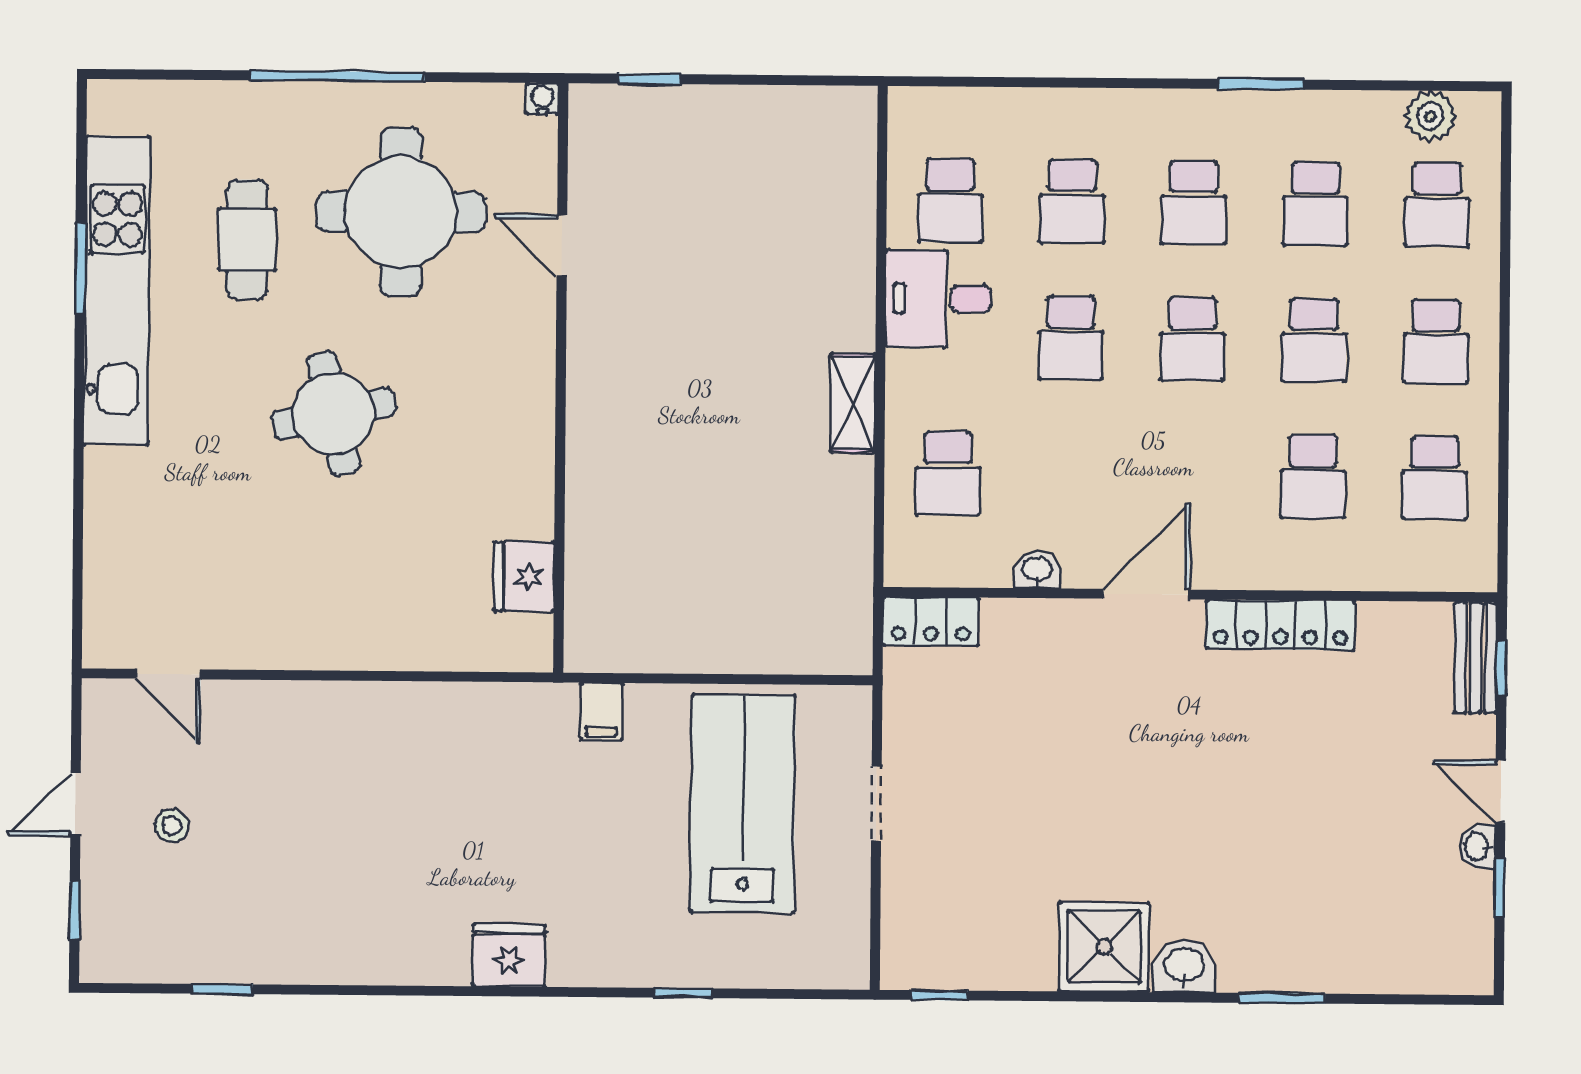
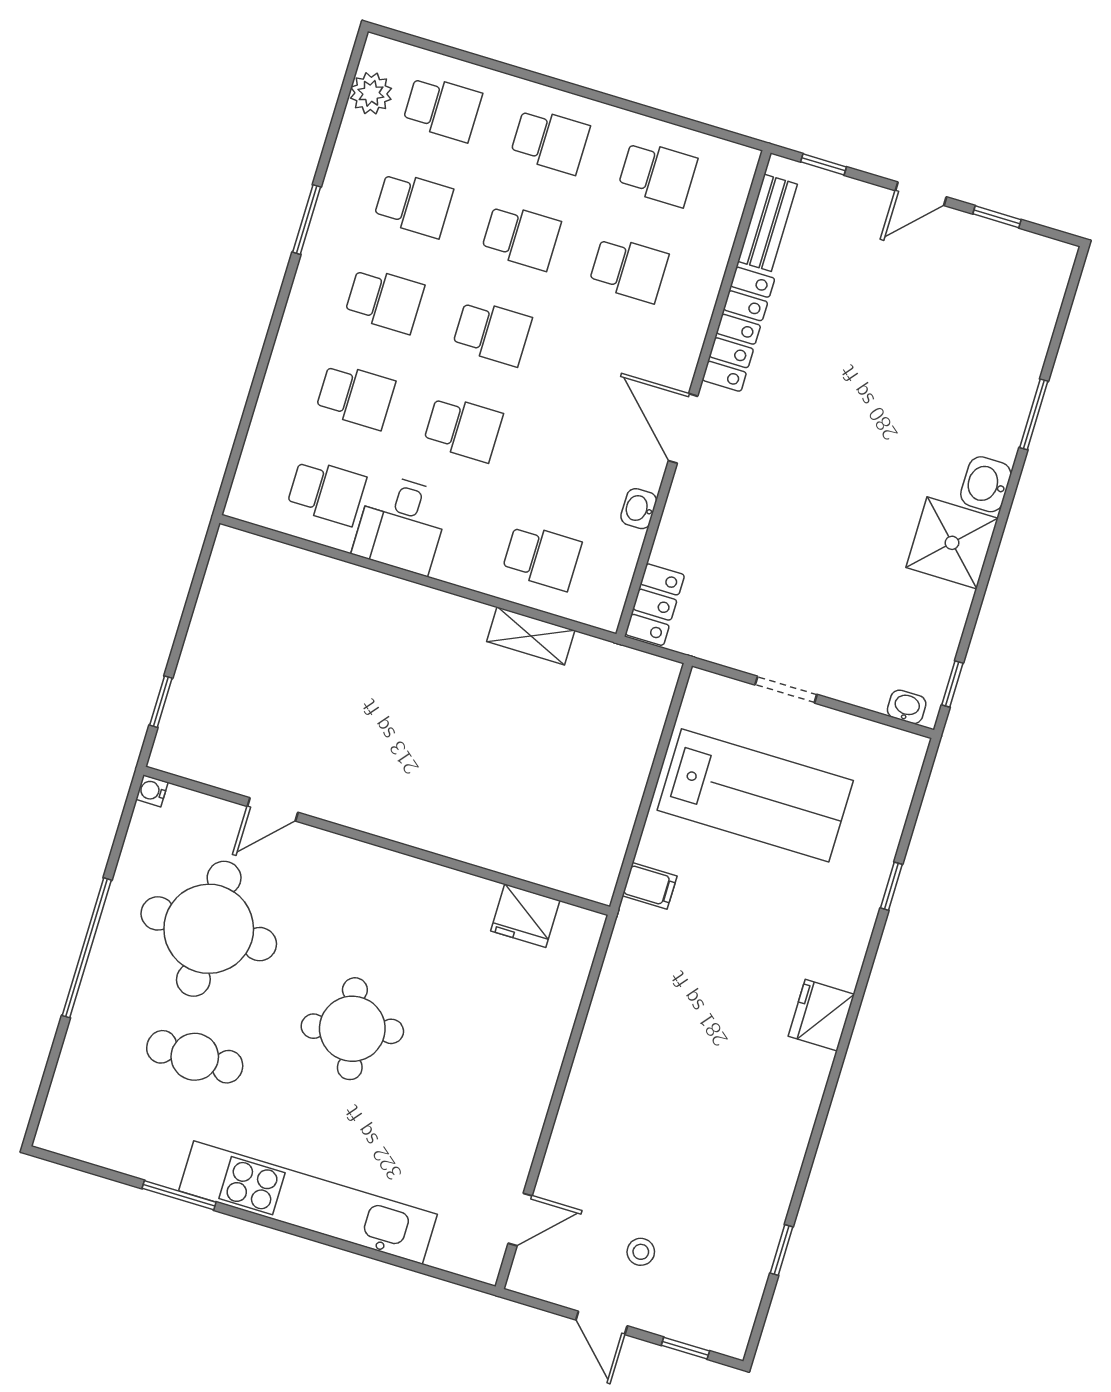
kitchen unit: (117, 290) -> (308, 1203), moved
shelving: (853, 403) -> (531, 636), moved
bench: (1476, 658) -> (768, 223), moved, turned 90
lab bench: (743, 803) -> (755, 795), turned 180
washbasin: (1478, 846) -> (907, 707), moved, turned 180

